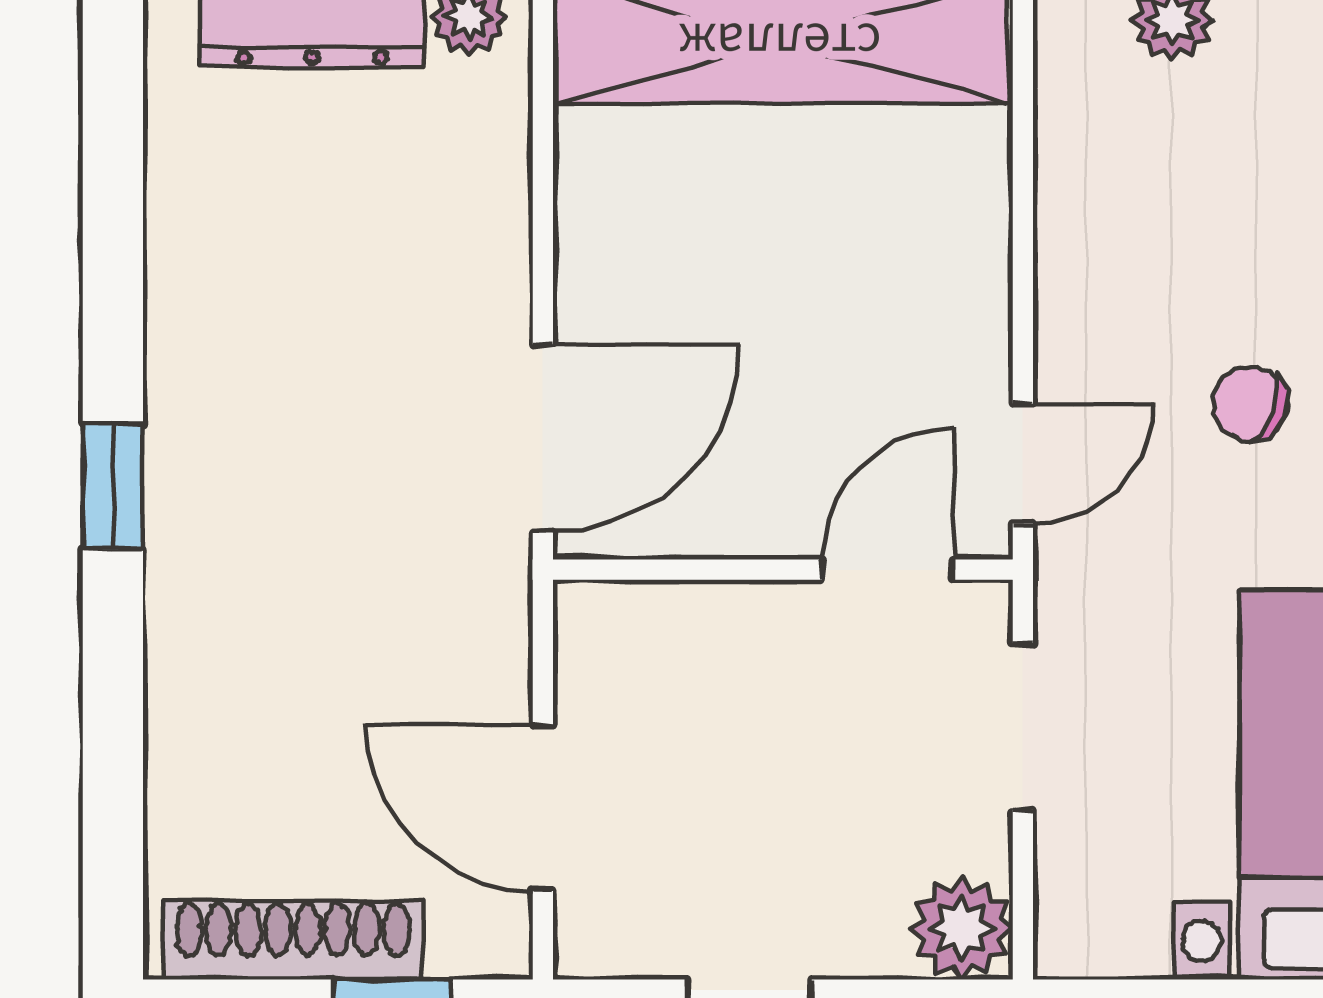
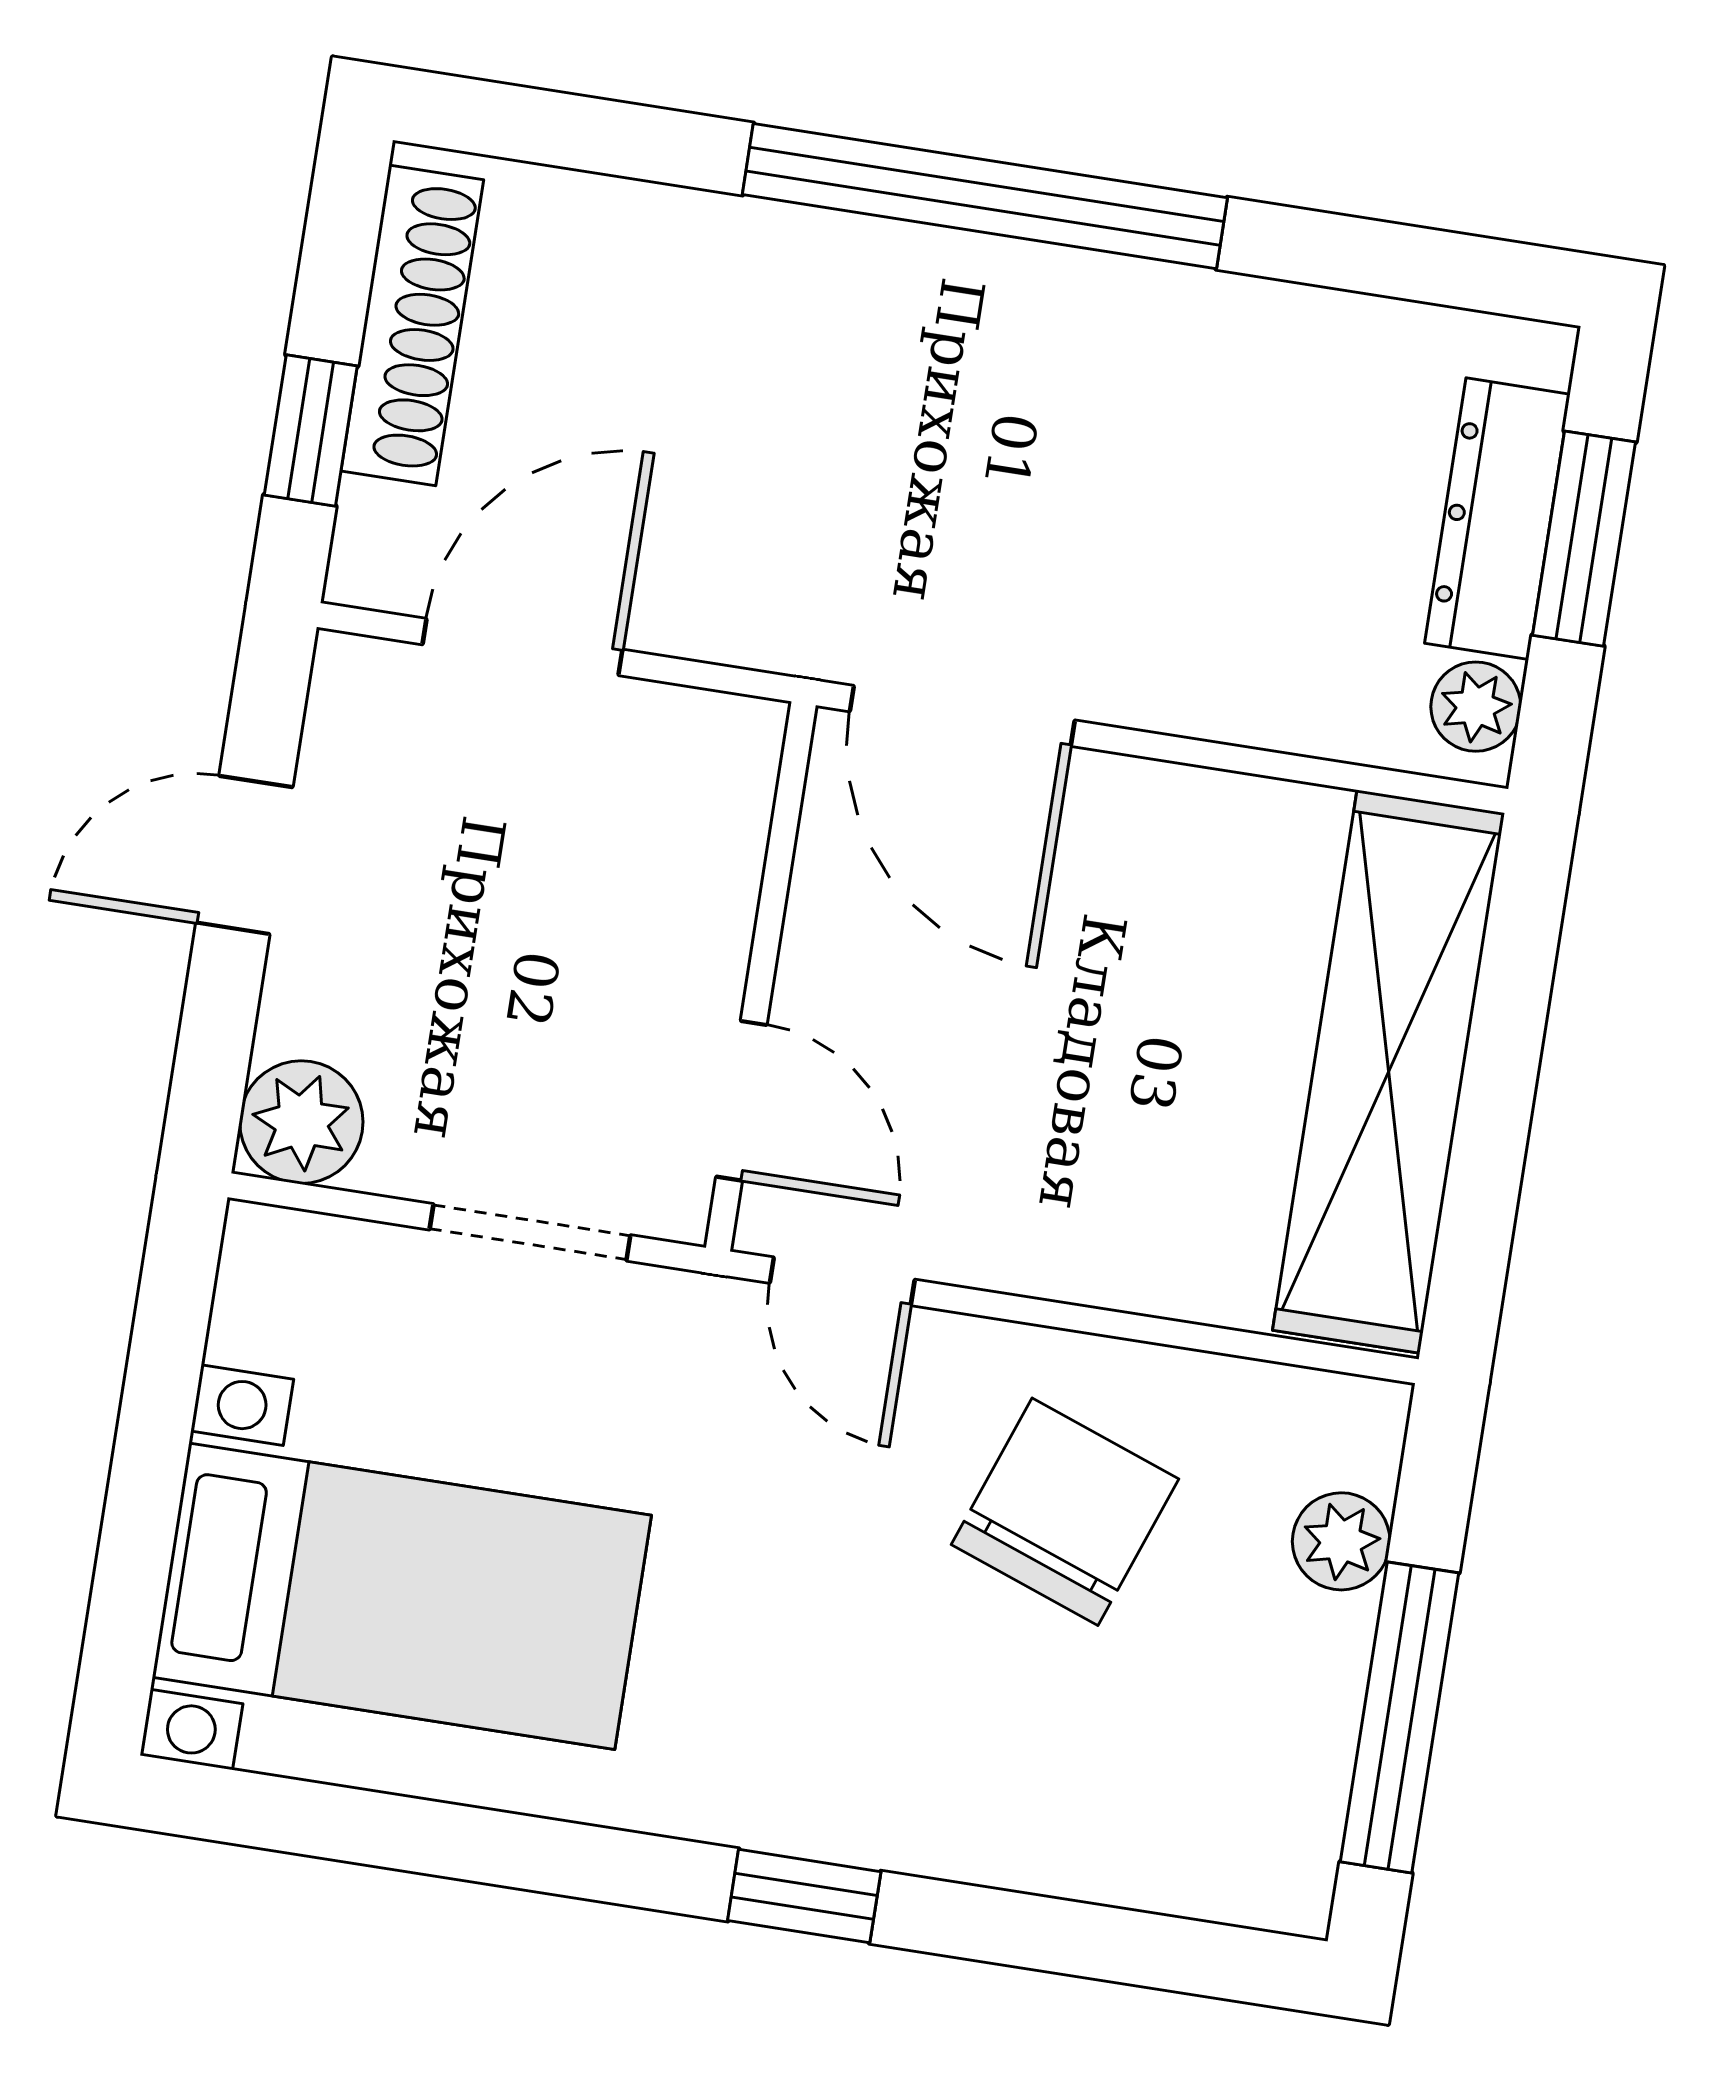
chair: (1250, 404) -> (1065, 1512), moved, width x1.87, depth x1.87
window: (113, 486) -> (985, 196), width x3.17

